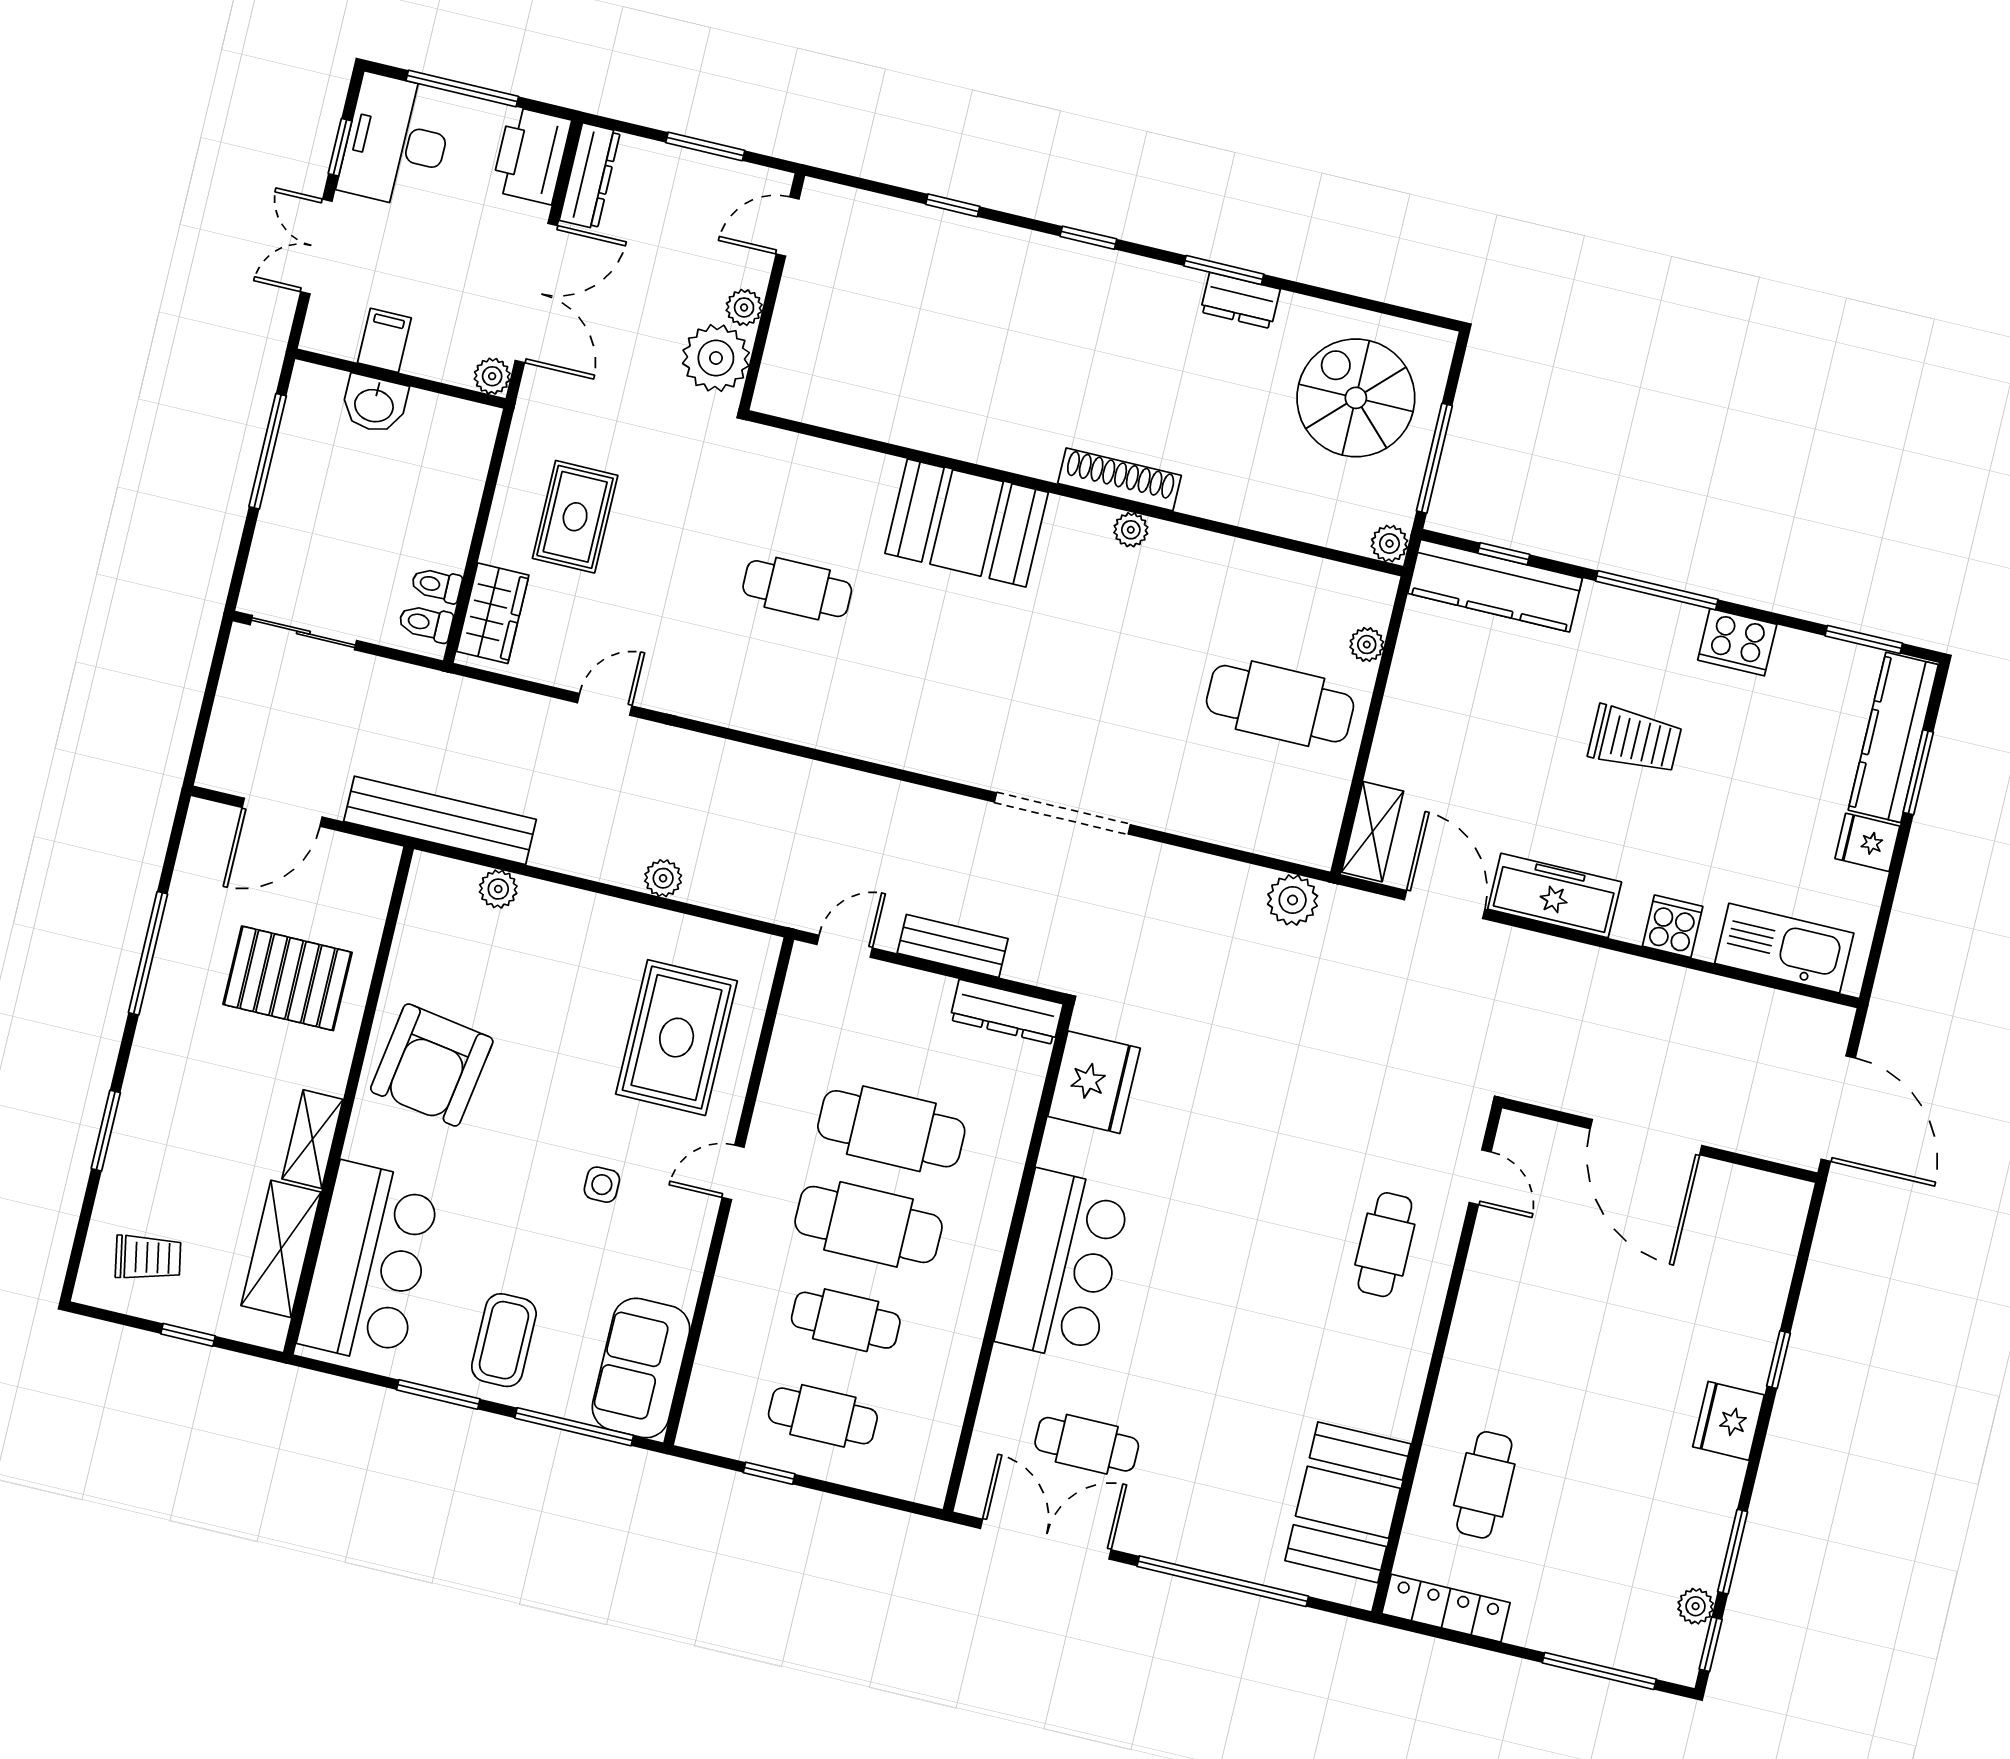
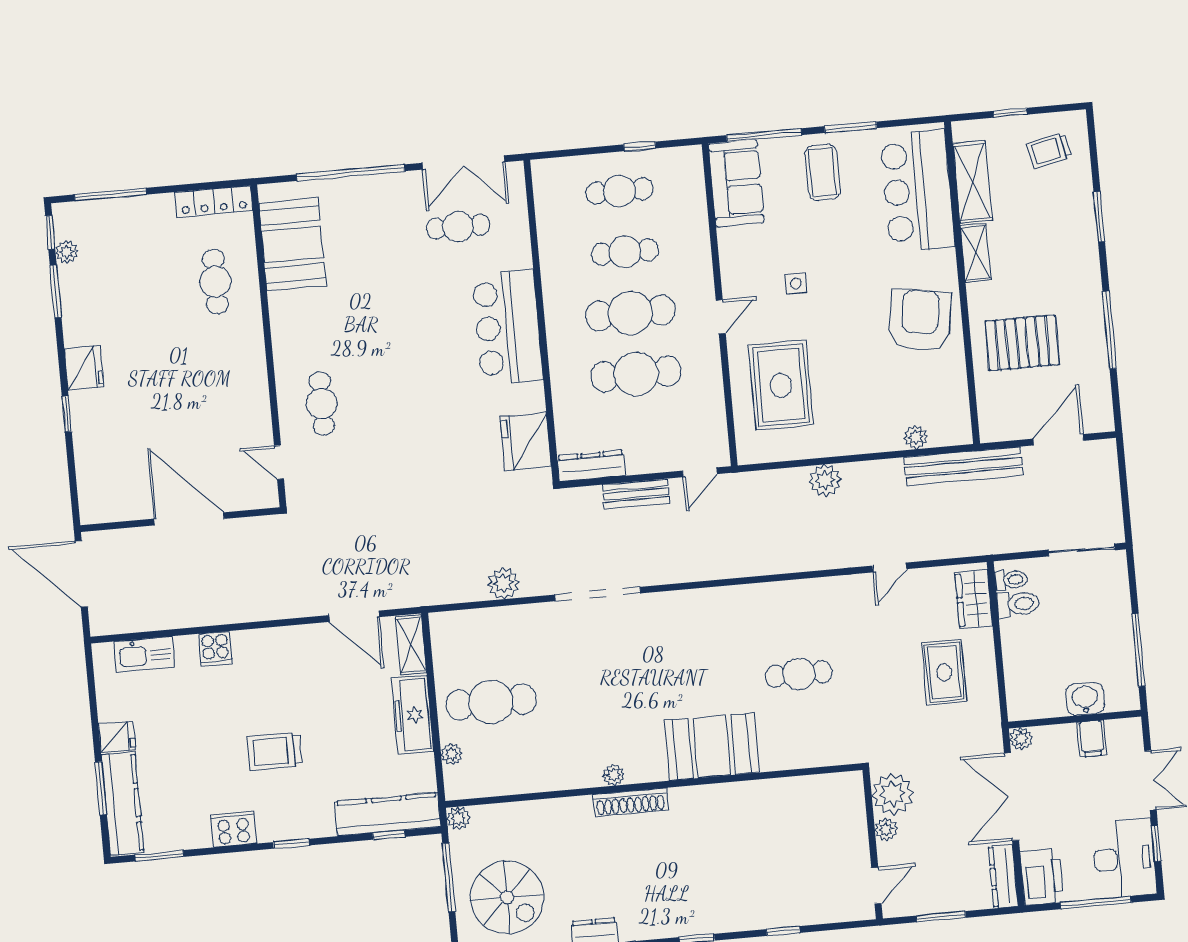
toilet: (437, 585) -> (1018, 604), width x1.37, depth x1.39
window: (1657, 590) -> (291, 844), width x0.46
plant: (663, 878) -> (825, 480), width x1.38, depth x1.38
freezer: (1555, 896) -> (413, 715), moved, turned 90
plant: (1293, 900) -> (504, 583), moved
kitchen sink: (1784, 948) -> (145, 654), width x0.73, depth x0.81

